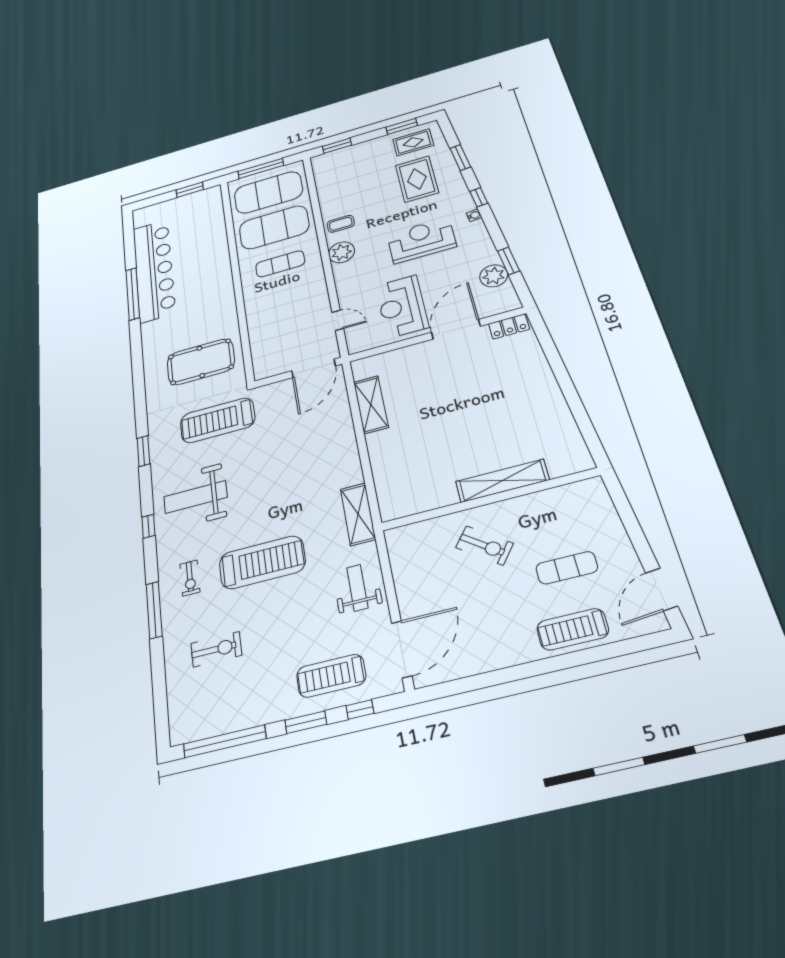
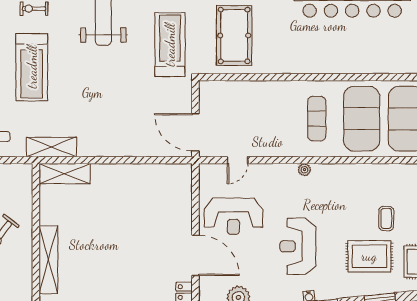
coffee table: (341, 224) -> (386, 218), moved
reception desk: (421, 240) -> (298, 246), turned 180
plant: (342, 252) -> (304, 170), width x0.53, depth x0.53
reception desk: (402, 306) -> (233, 216), turned 180
shelving: (371, 405) -> (65, 174), moved

